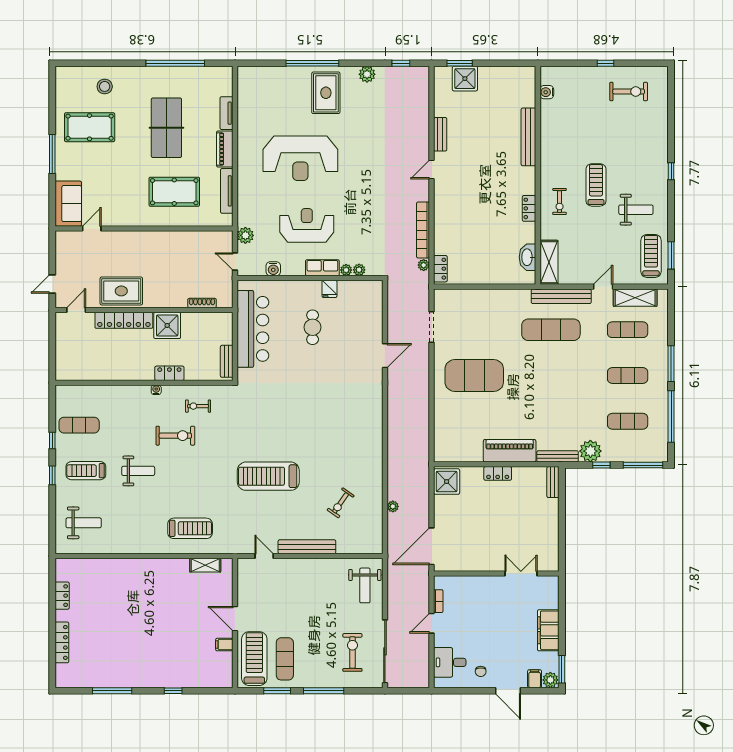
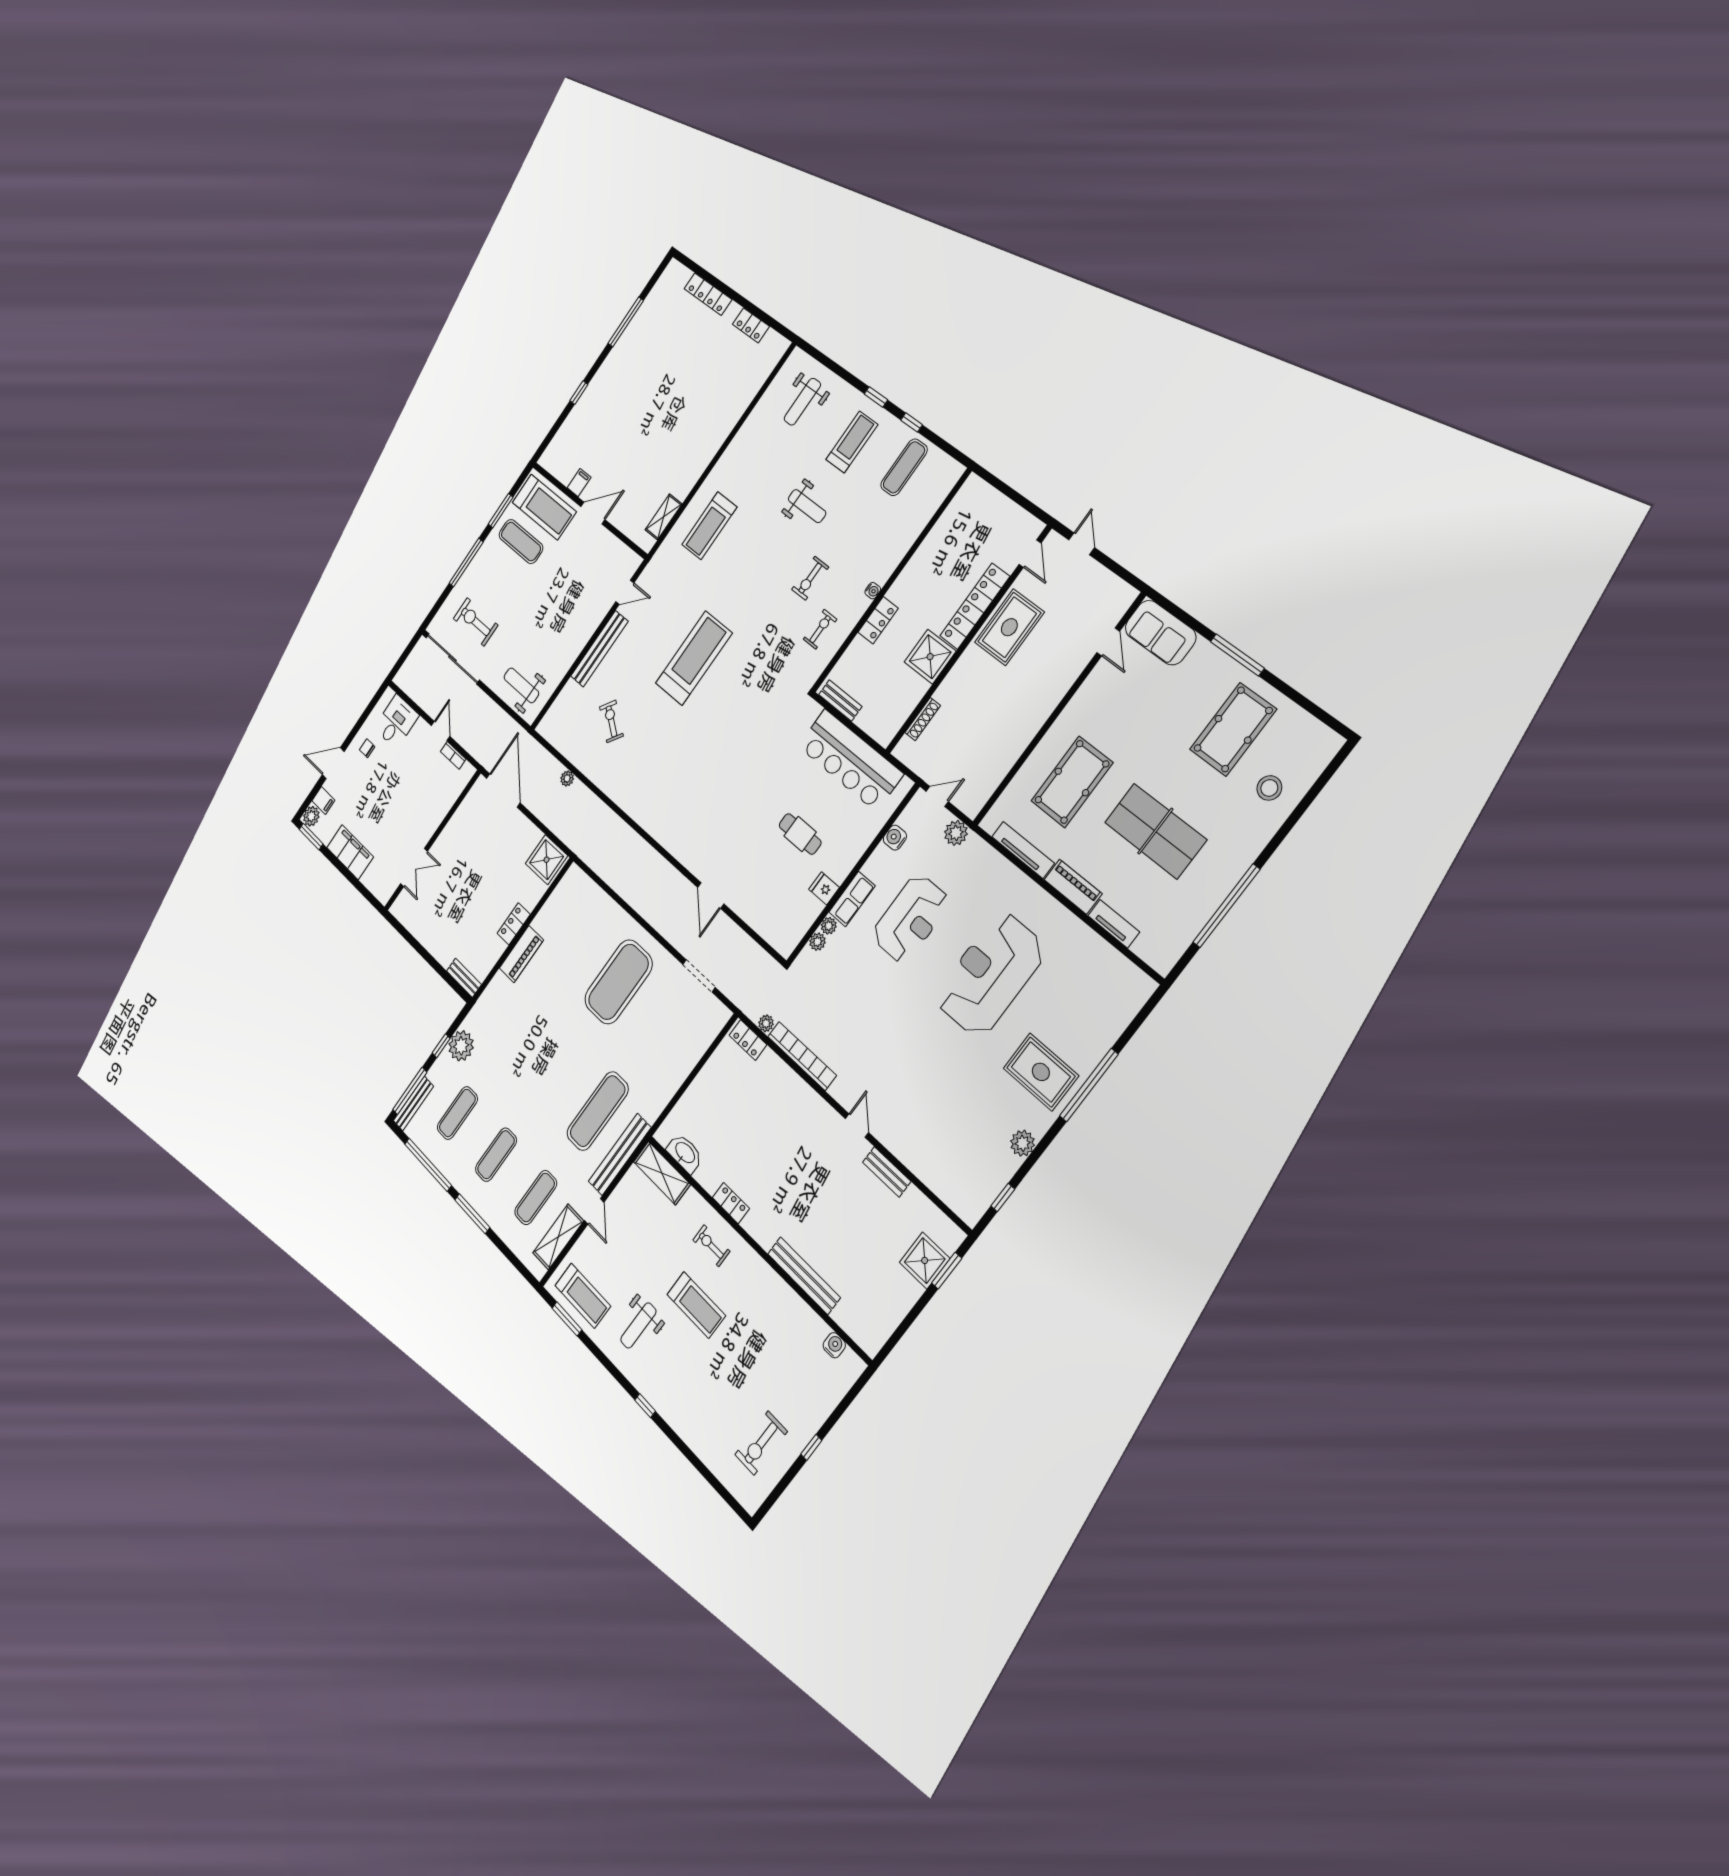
exercise bike: (175, 436) -> (810, 578), width x0.73, depth x0.72
piano: (510, 451) -> (521, 954), width x0.73, depth x0.75
bench: (558, 456) -> (413, 1103), moved
weight bench: (138, 471) -> (807, 506), turned -90
exercise bike: (352, 652) -> (476, 622), turned 180

